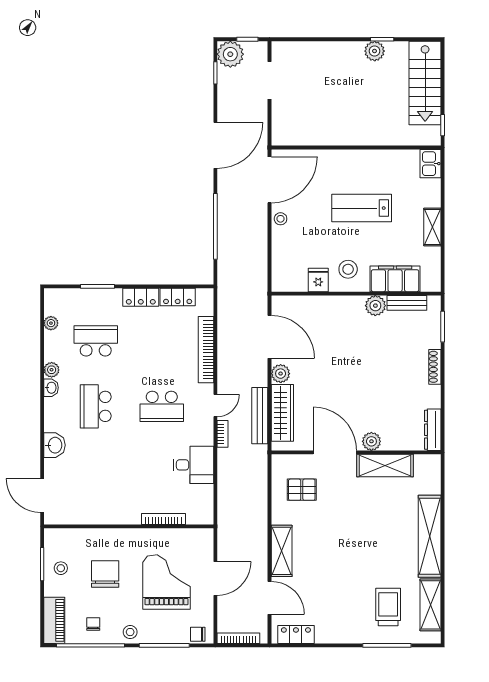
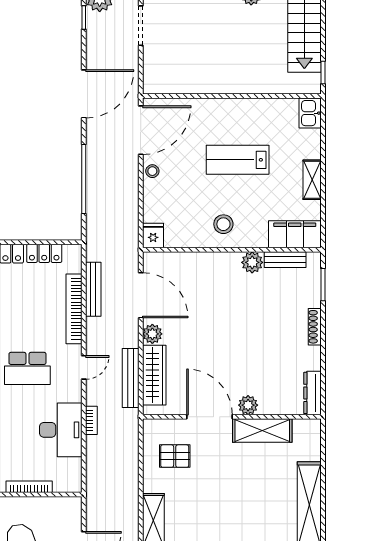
filing cabinet: (395, 279) -> (295, 234), moved
fridge: (318, 280) -> (153, 235), moved
bench: (224, 331) -> (93, 289), added
bookcase: (223, 434) -> (91, 420), moved
desk: (193, 465) -> (61, 430), width x1.37

